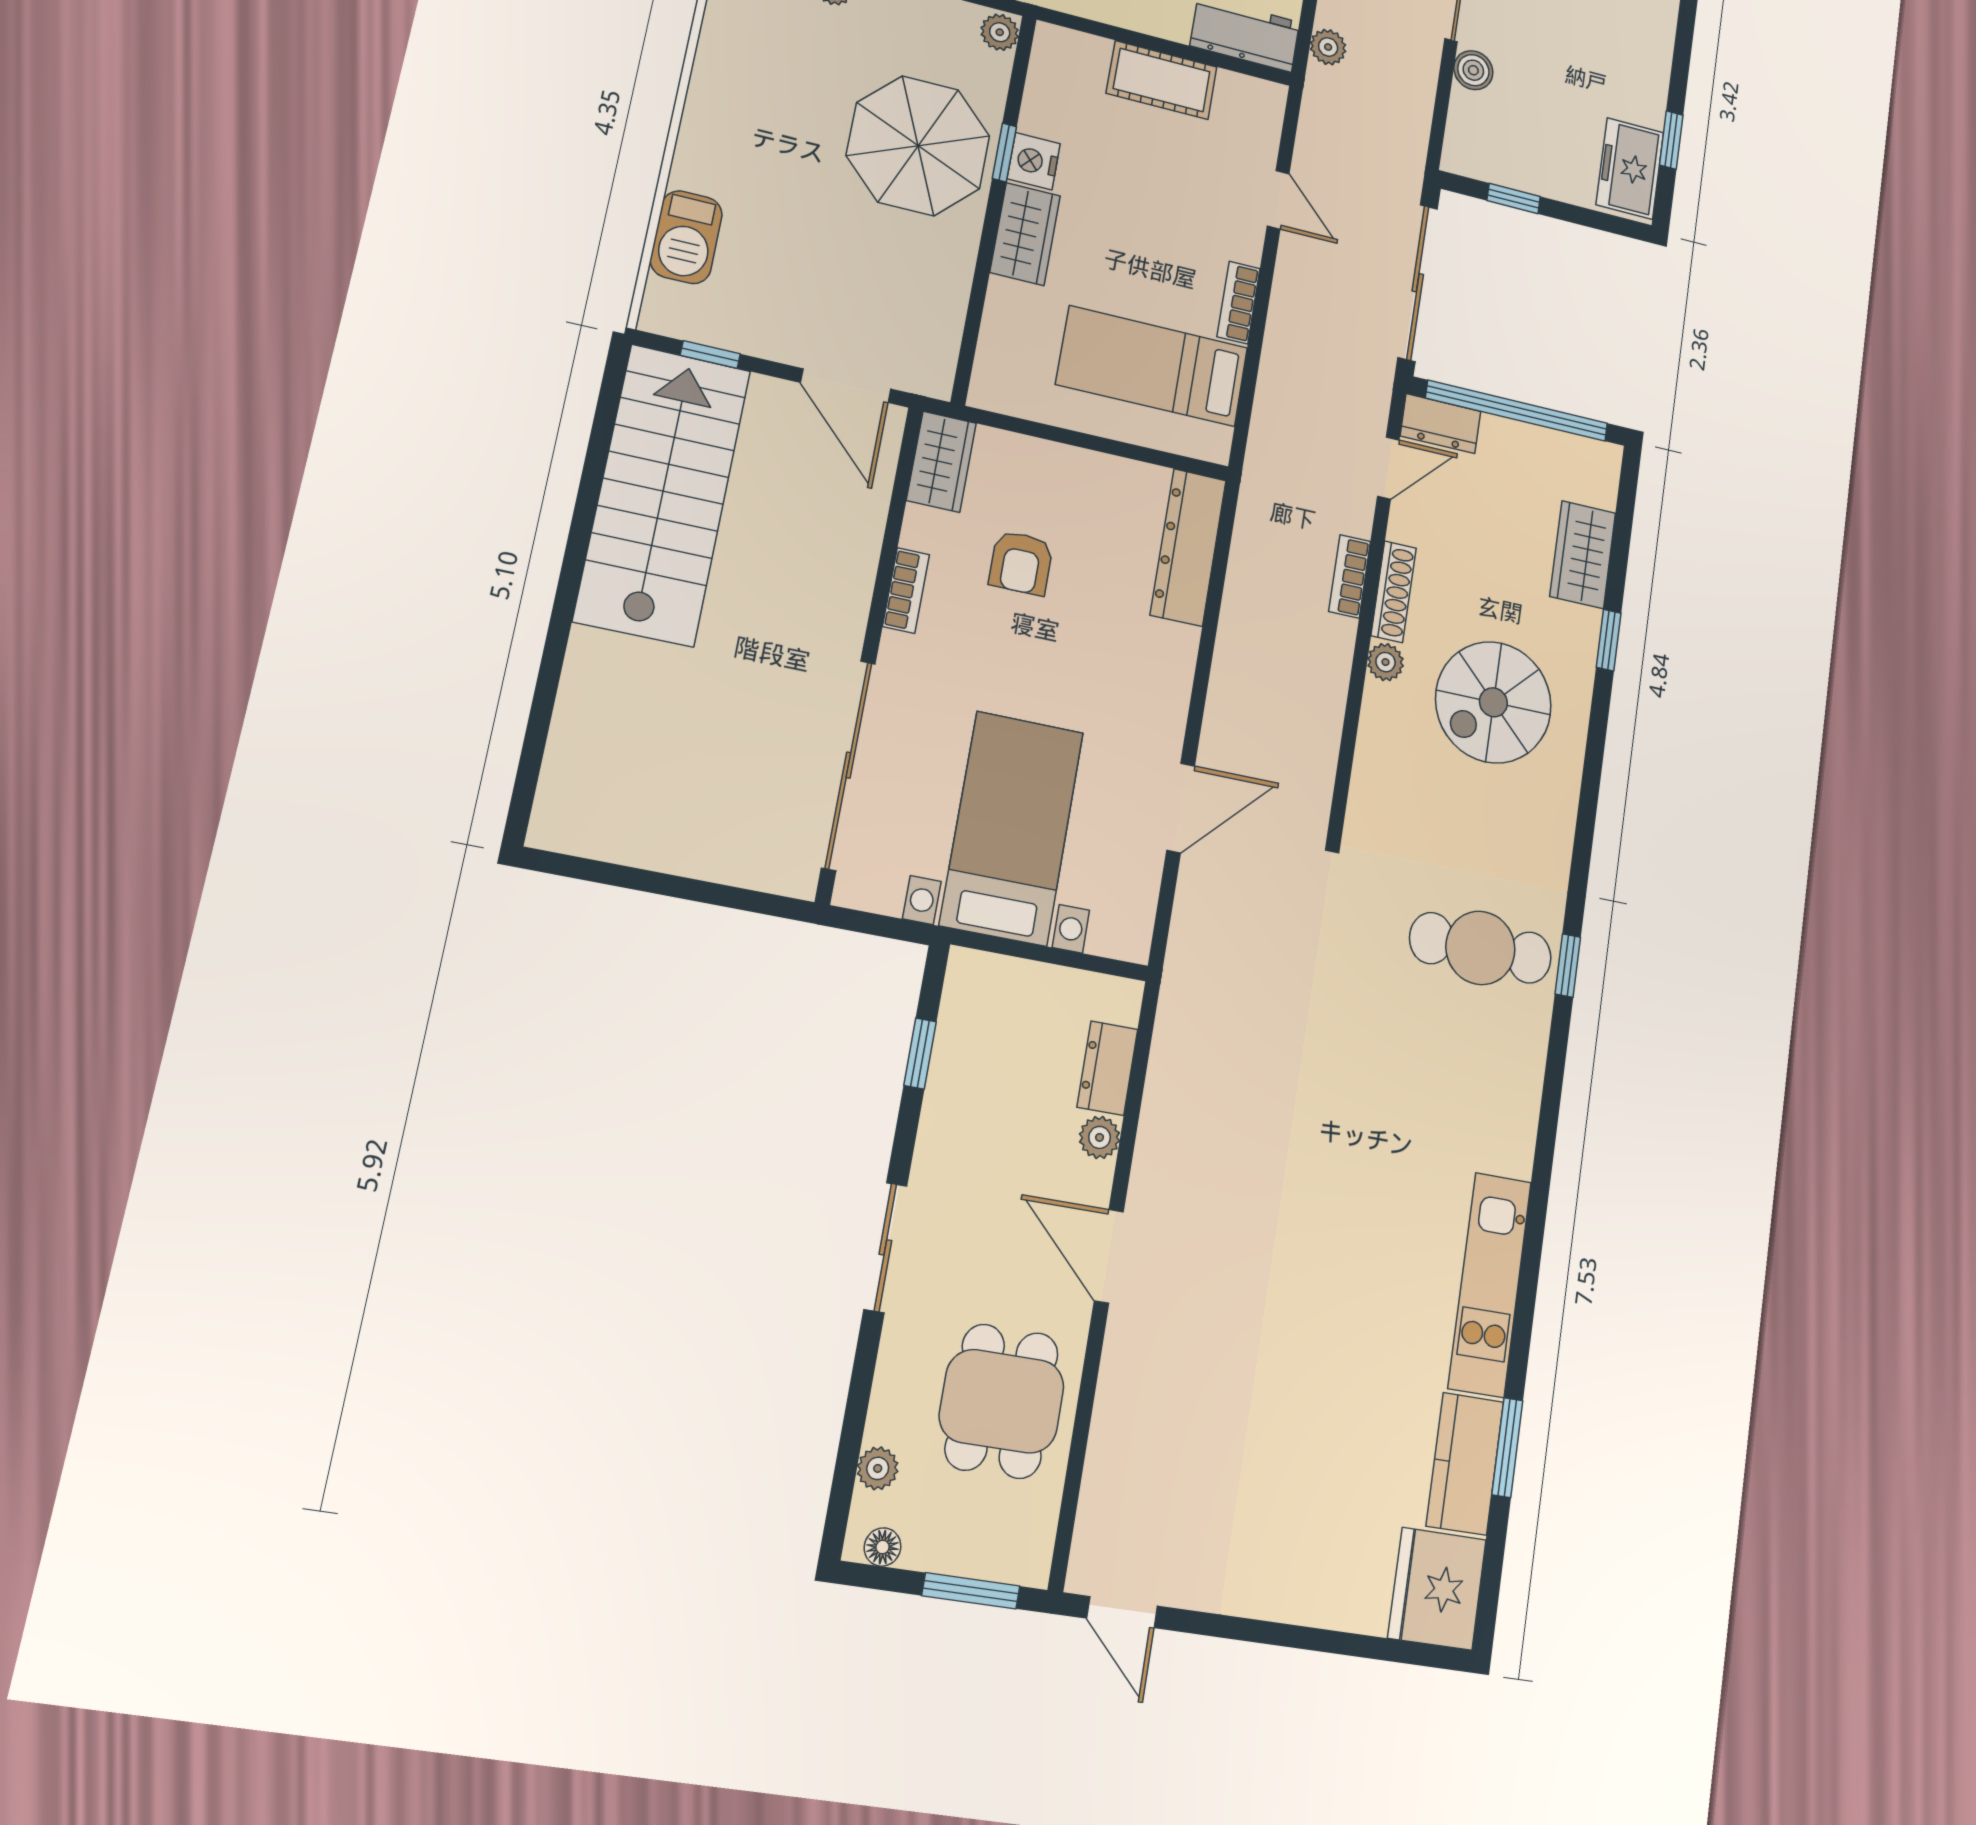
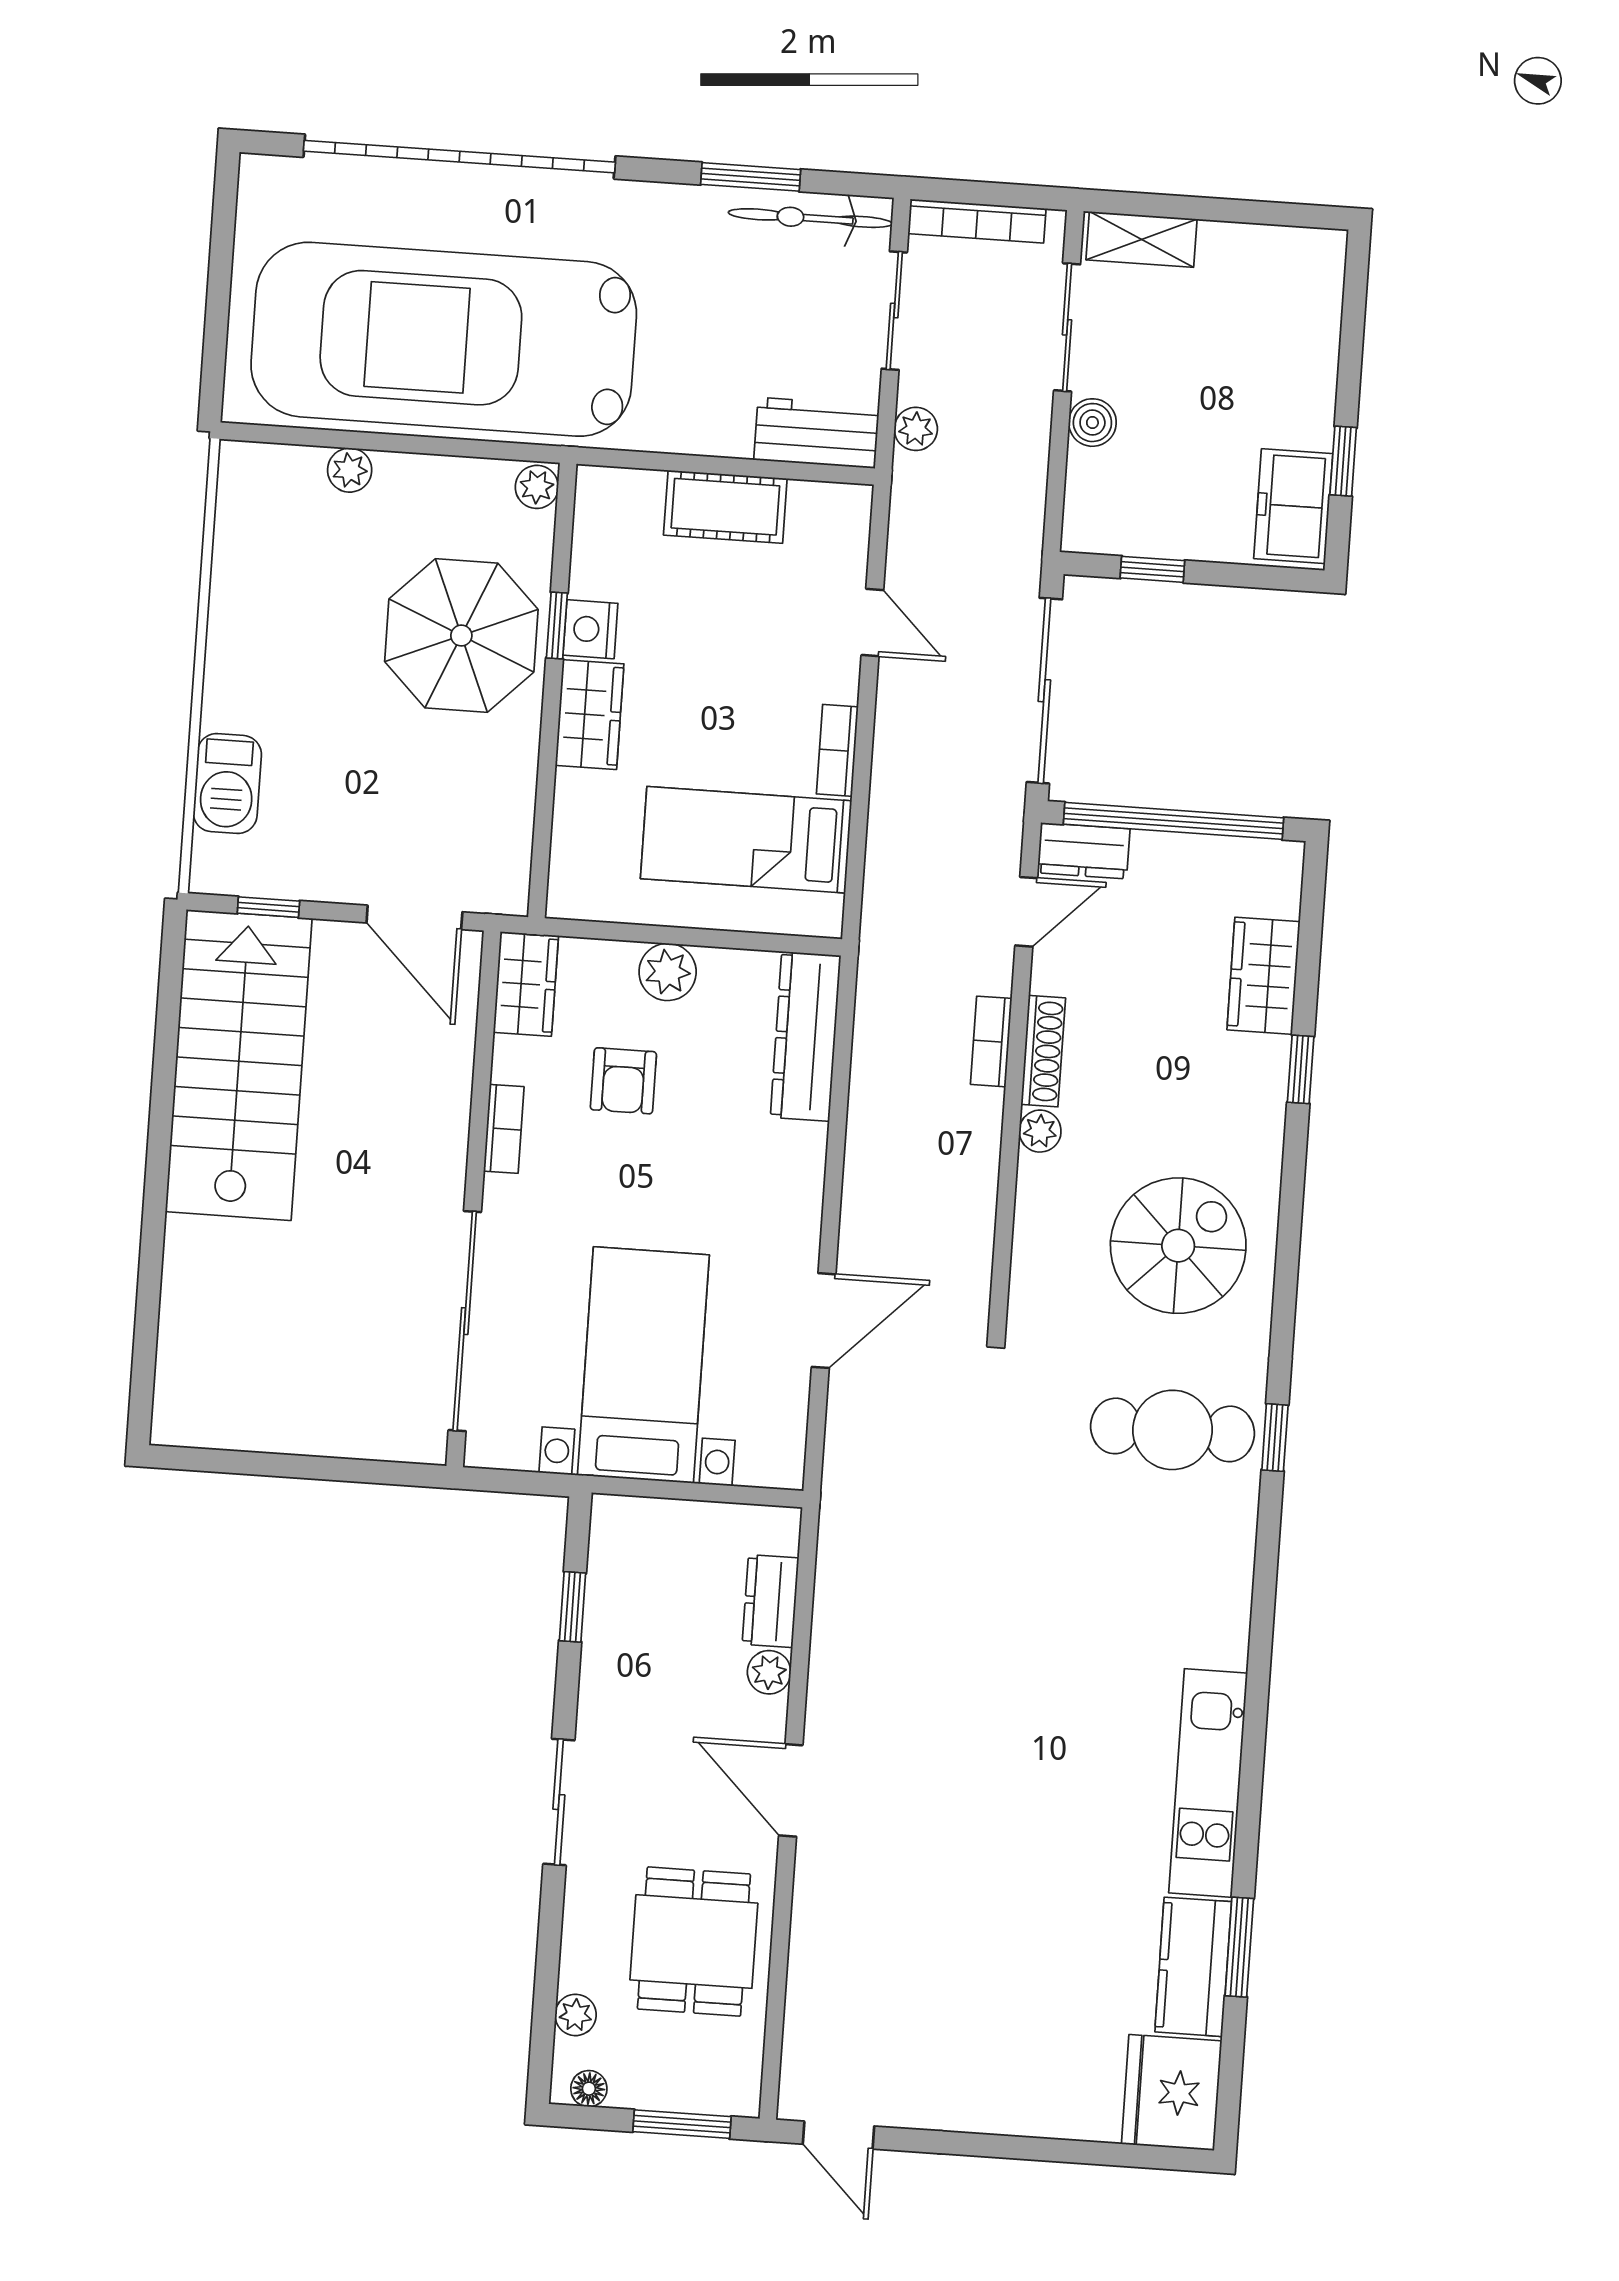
plant: (1071, 471) -> (668, 972), added
spiral stairs: (1493, 702) -> (1178, 1246), moved, turned 180

